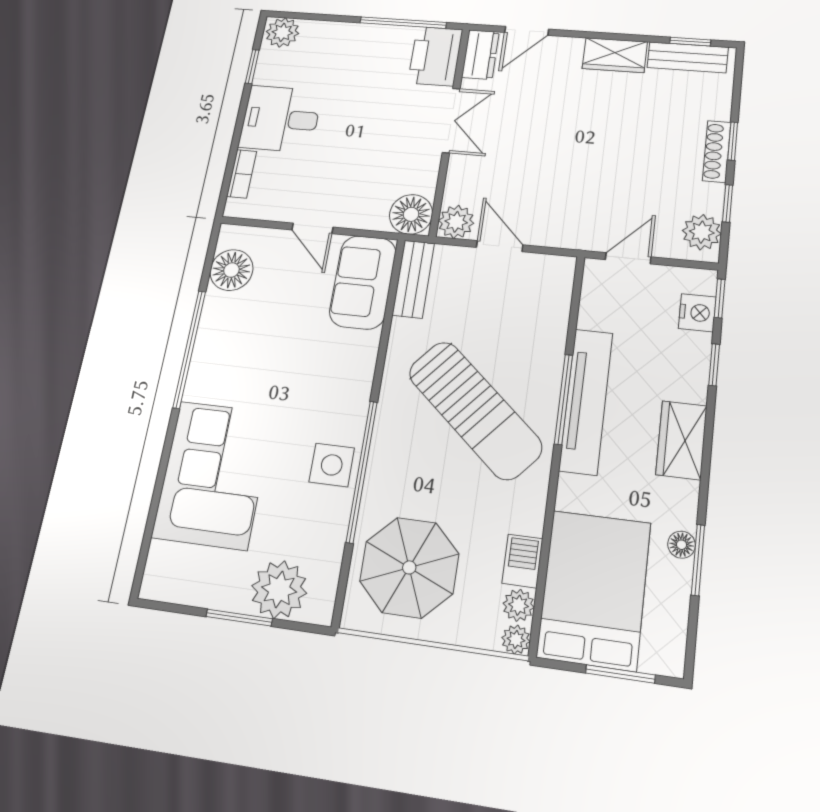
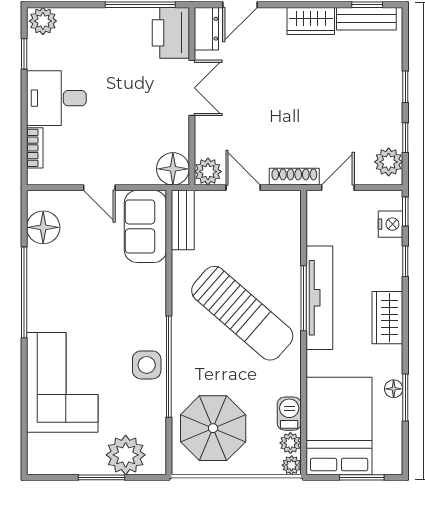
shoe rack: (717, 151) -> (294, 177), moved, turned 90

